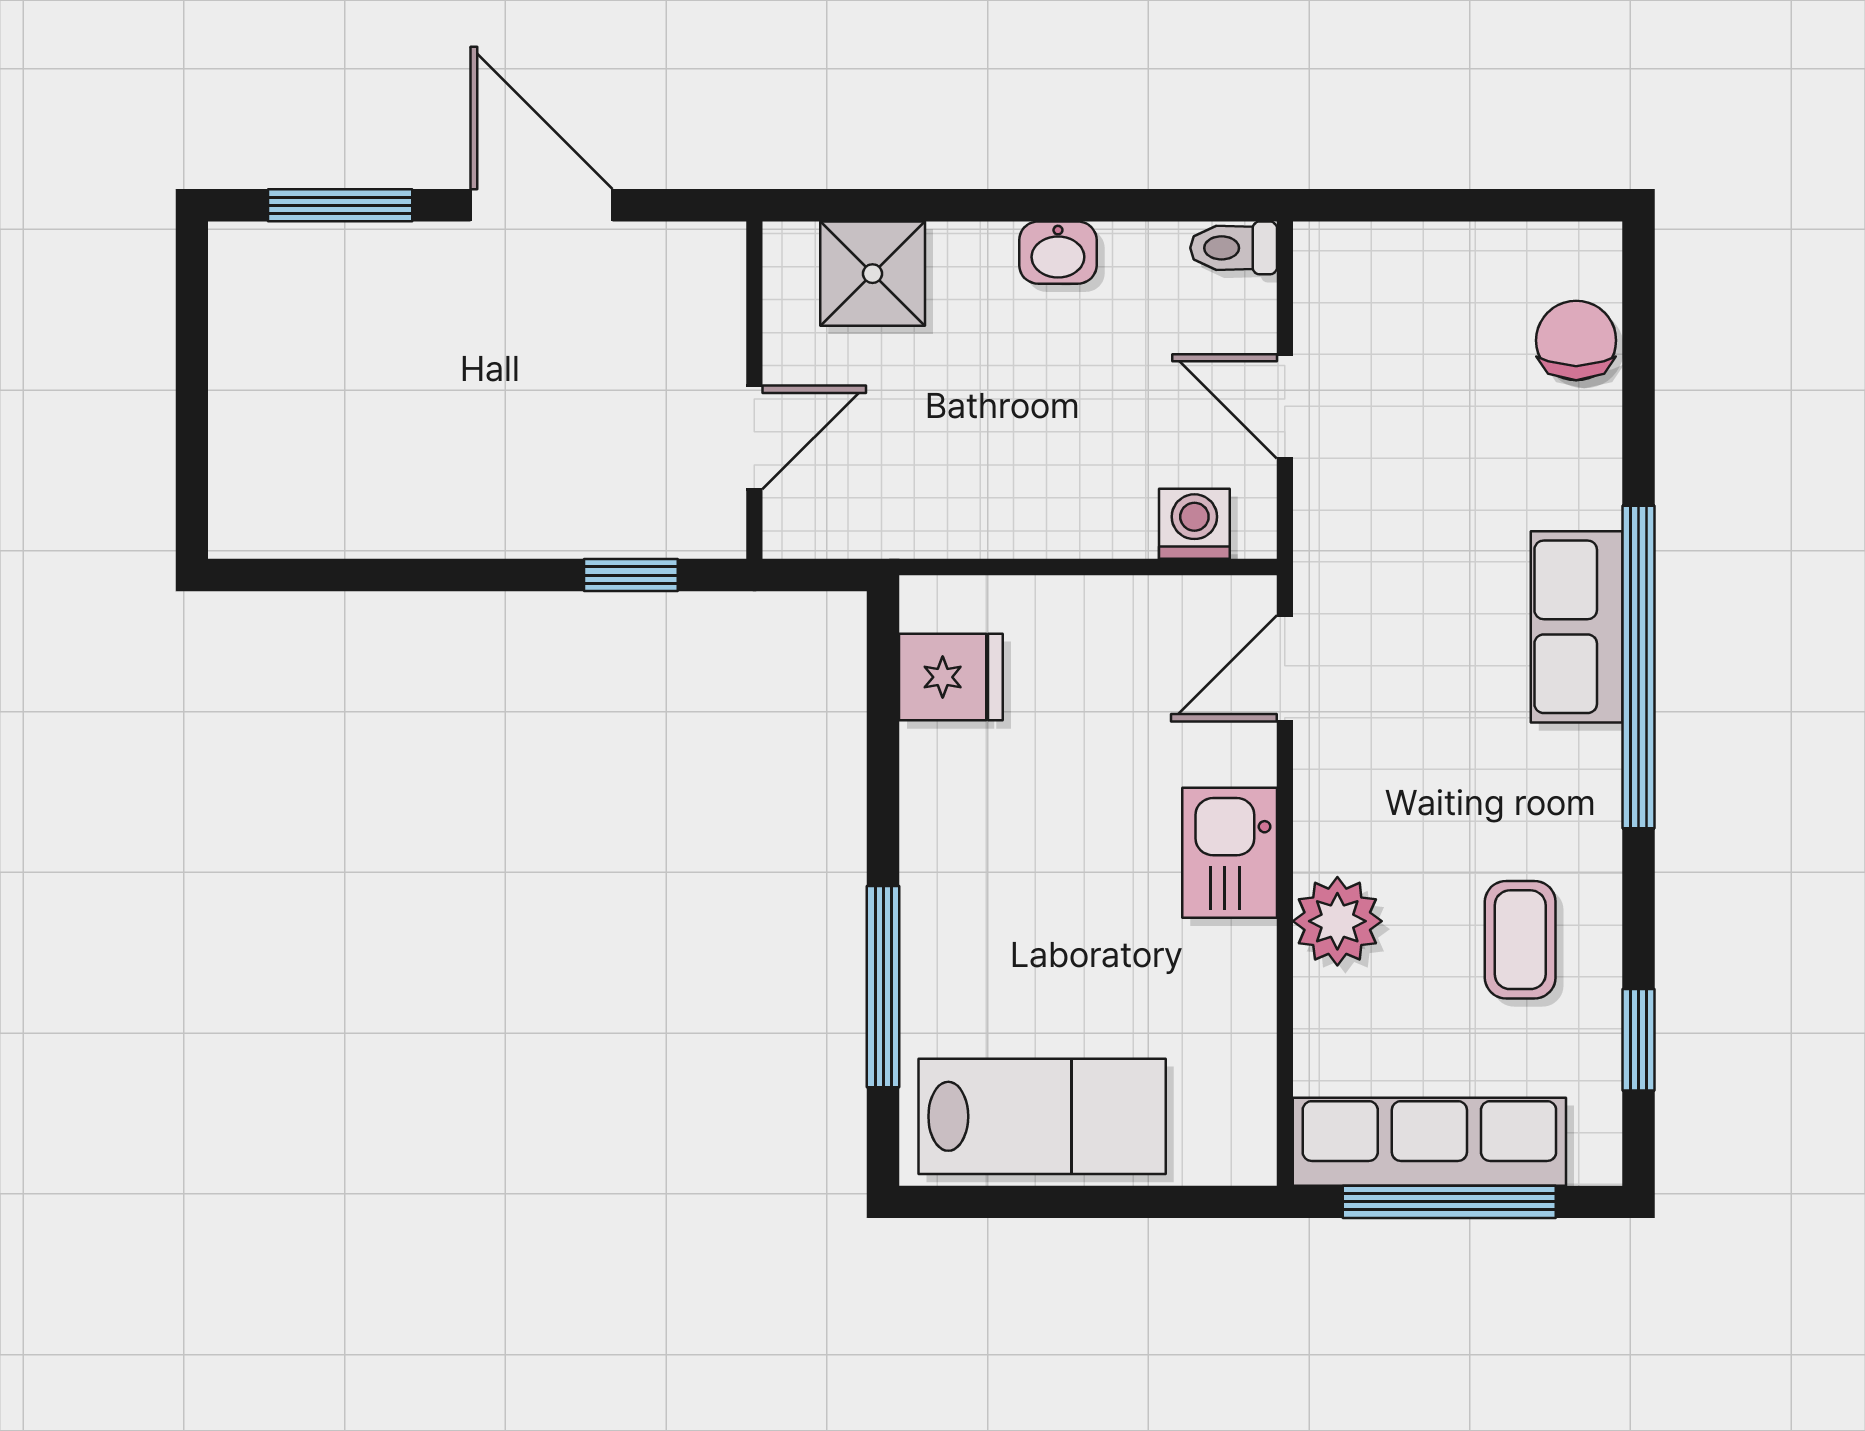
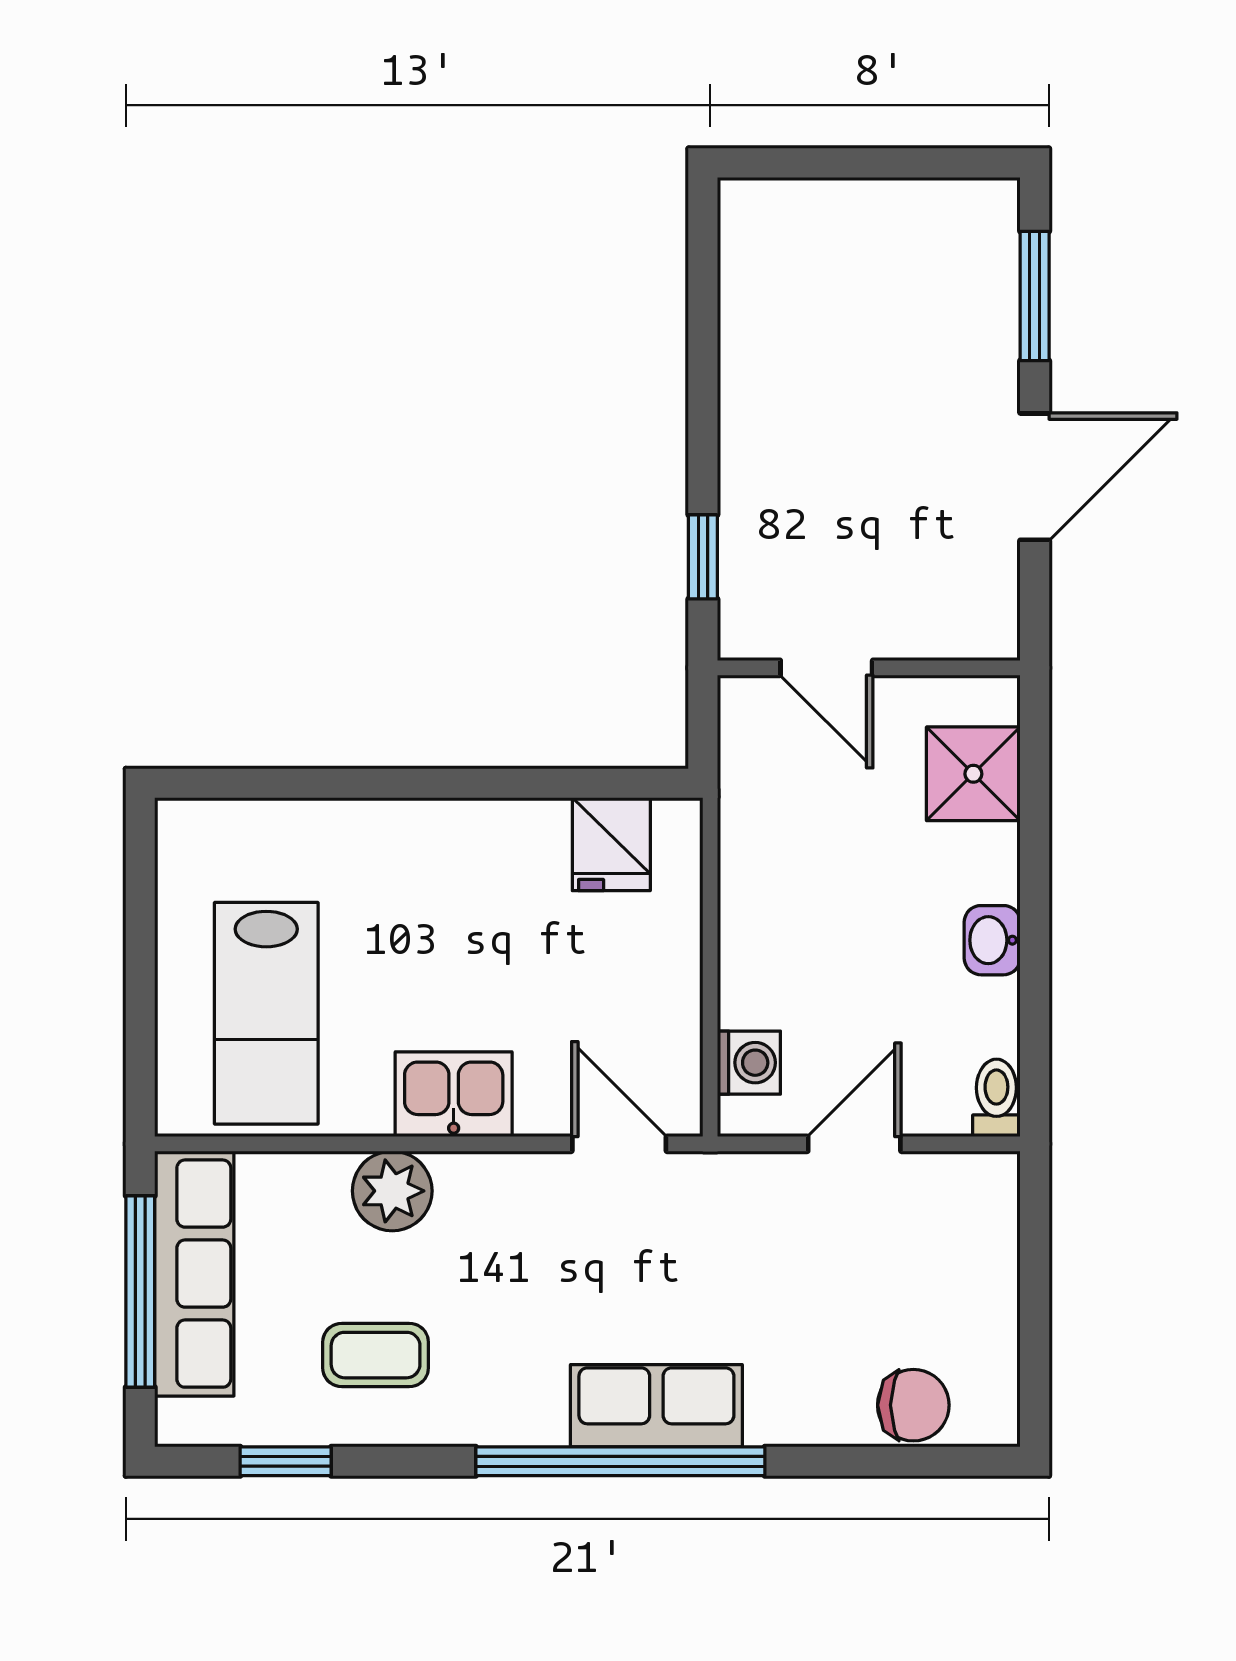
window: (883, 987) -> (334, 783), removed
lab bench: (1042, 1116) -> (266, 1013), moved

